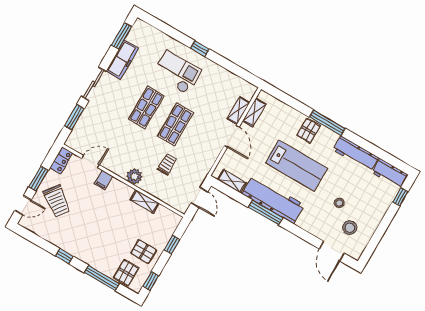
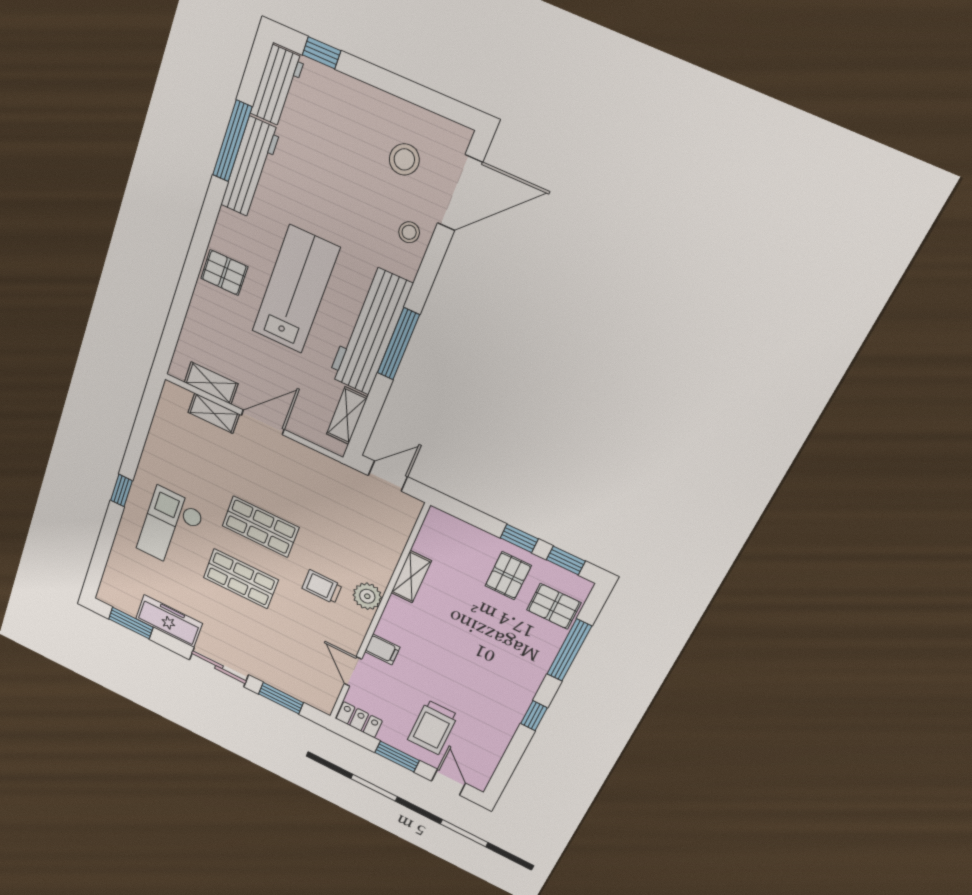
window: (327, 123) -> (232, 141), moved
trolley: (167, 164) -> (322, 587), moved
trolley: (57, 201) -> (433, 727), turned 143
stool: (339, 203) -> (409, 232), moved
window: (172, 245) -> (519, 538), moved
door: (332, 251) -> (460, 193), width x1.36

